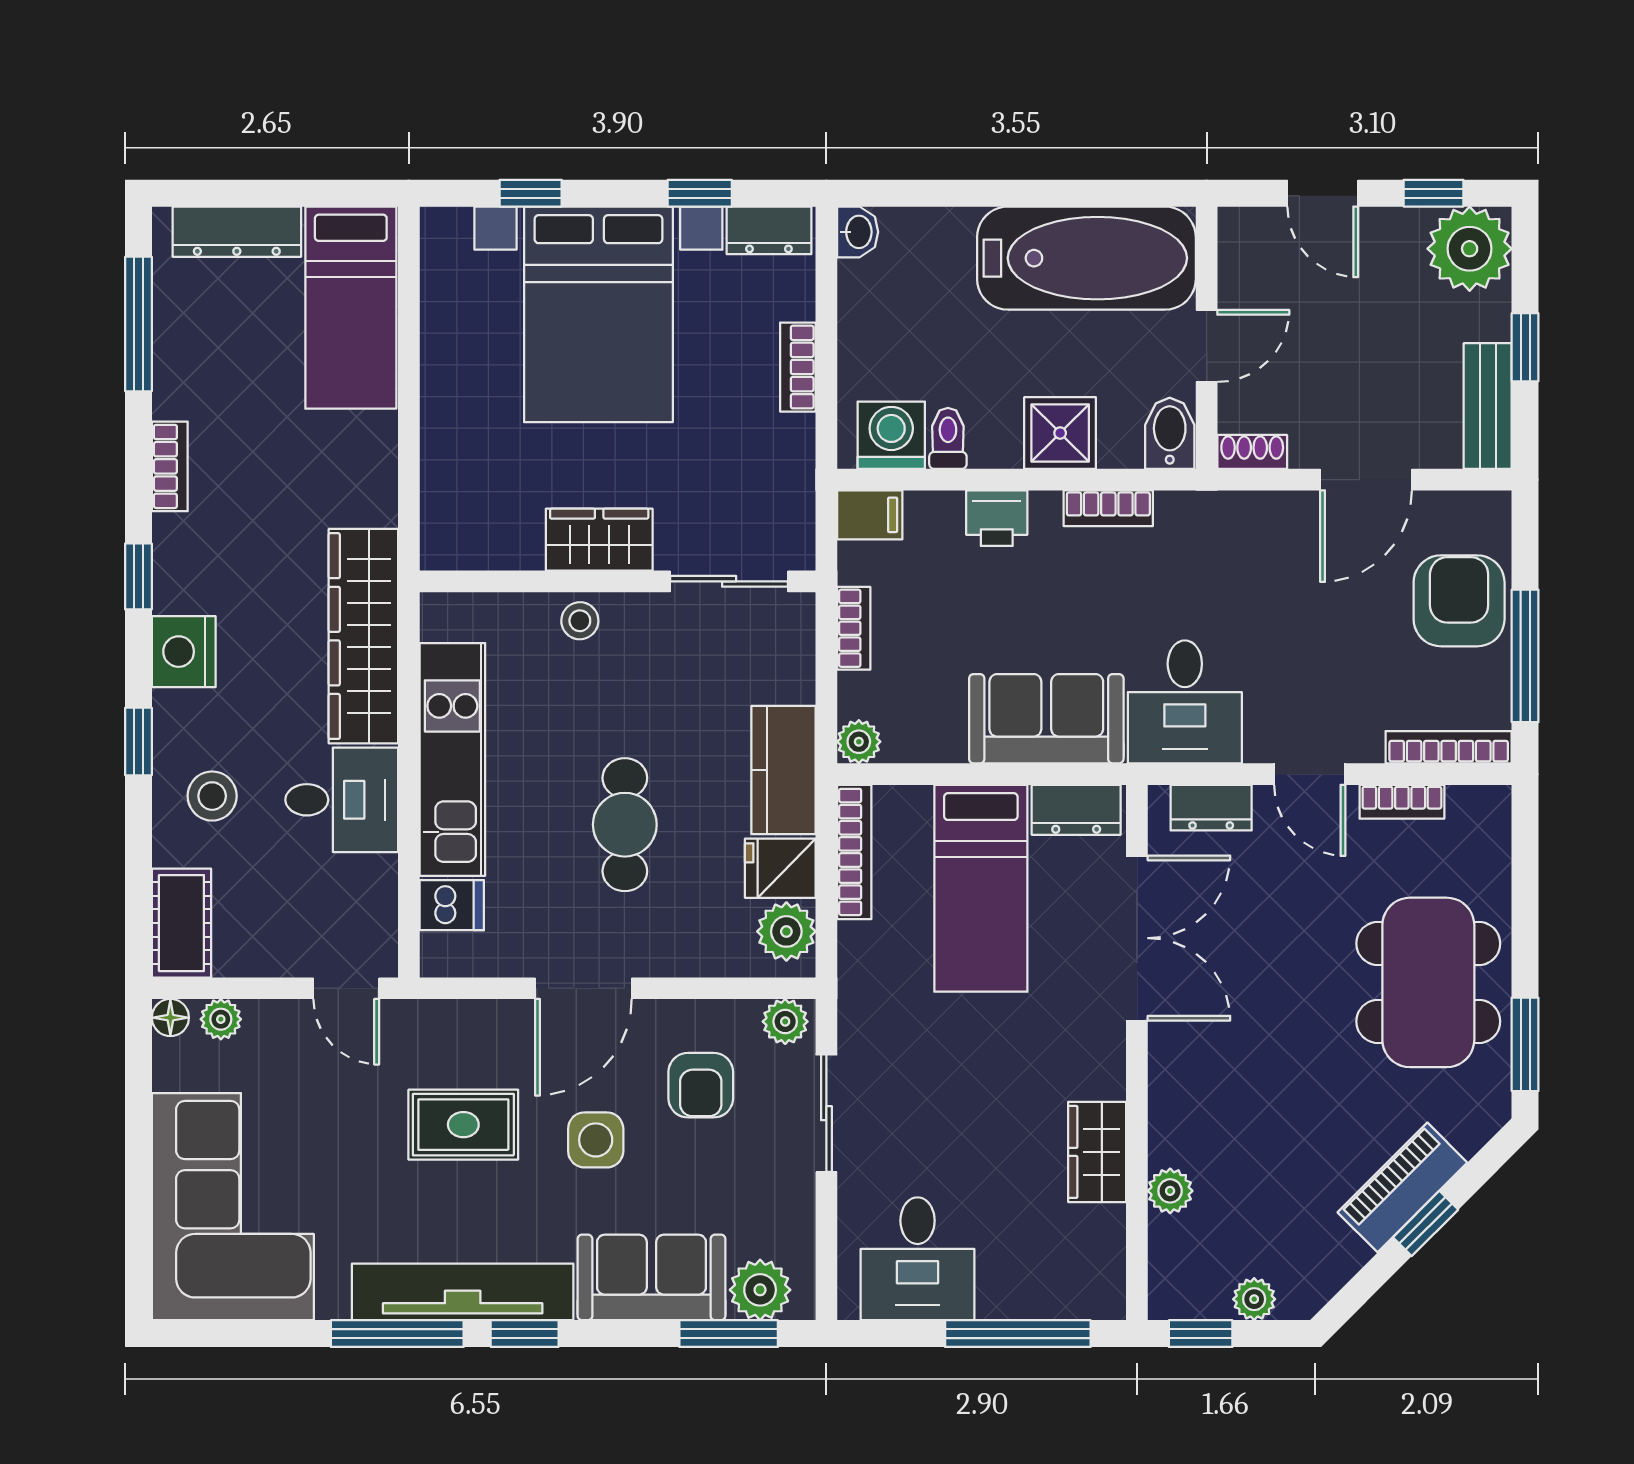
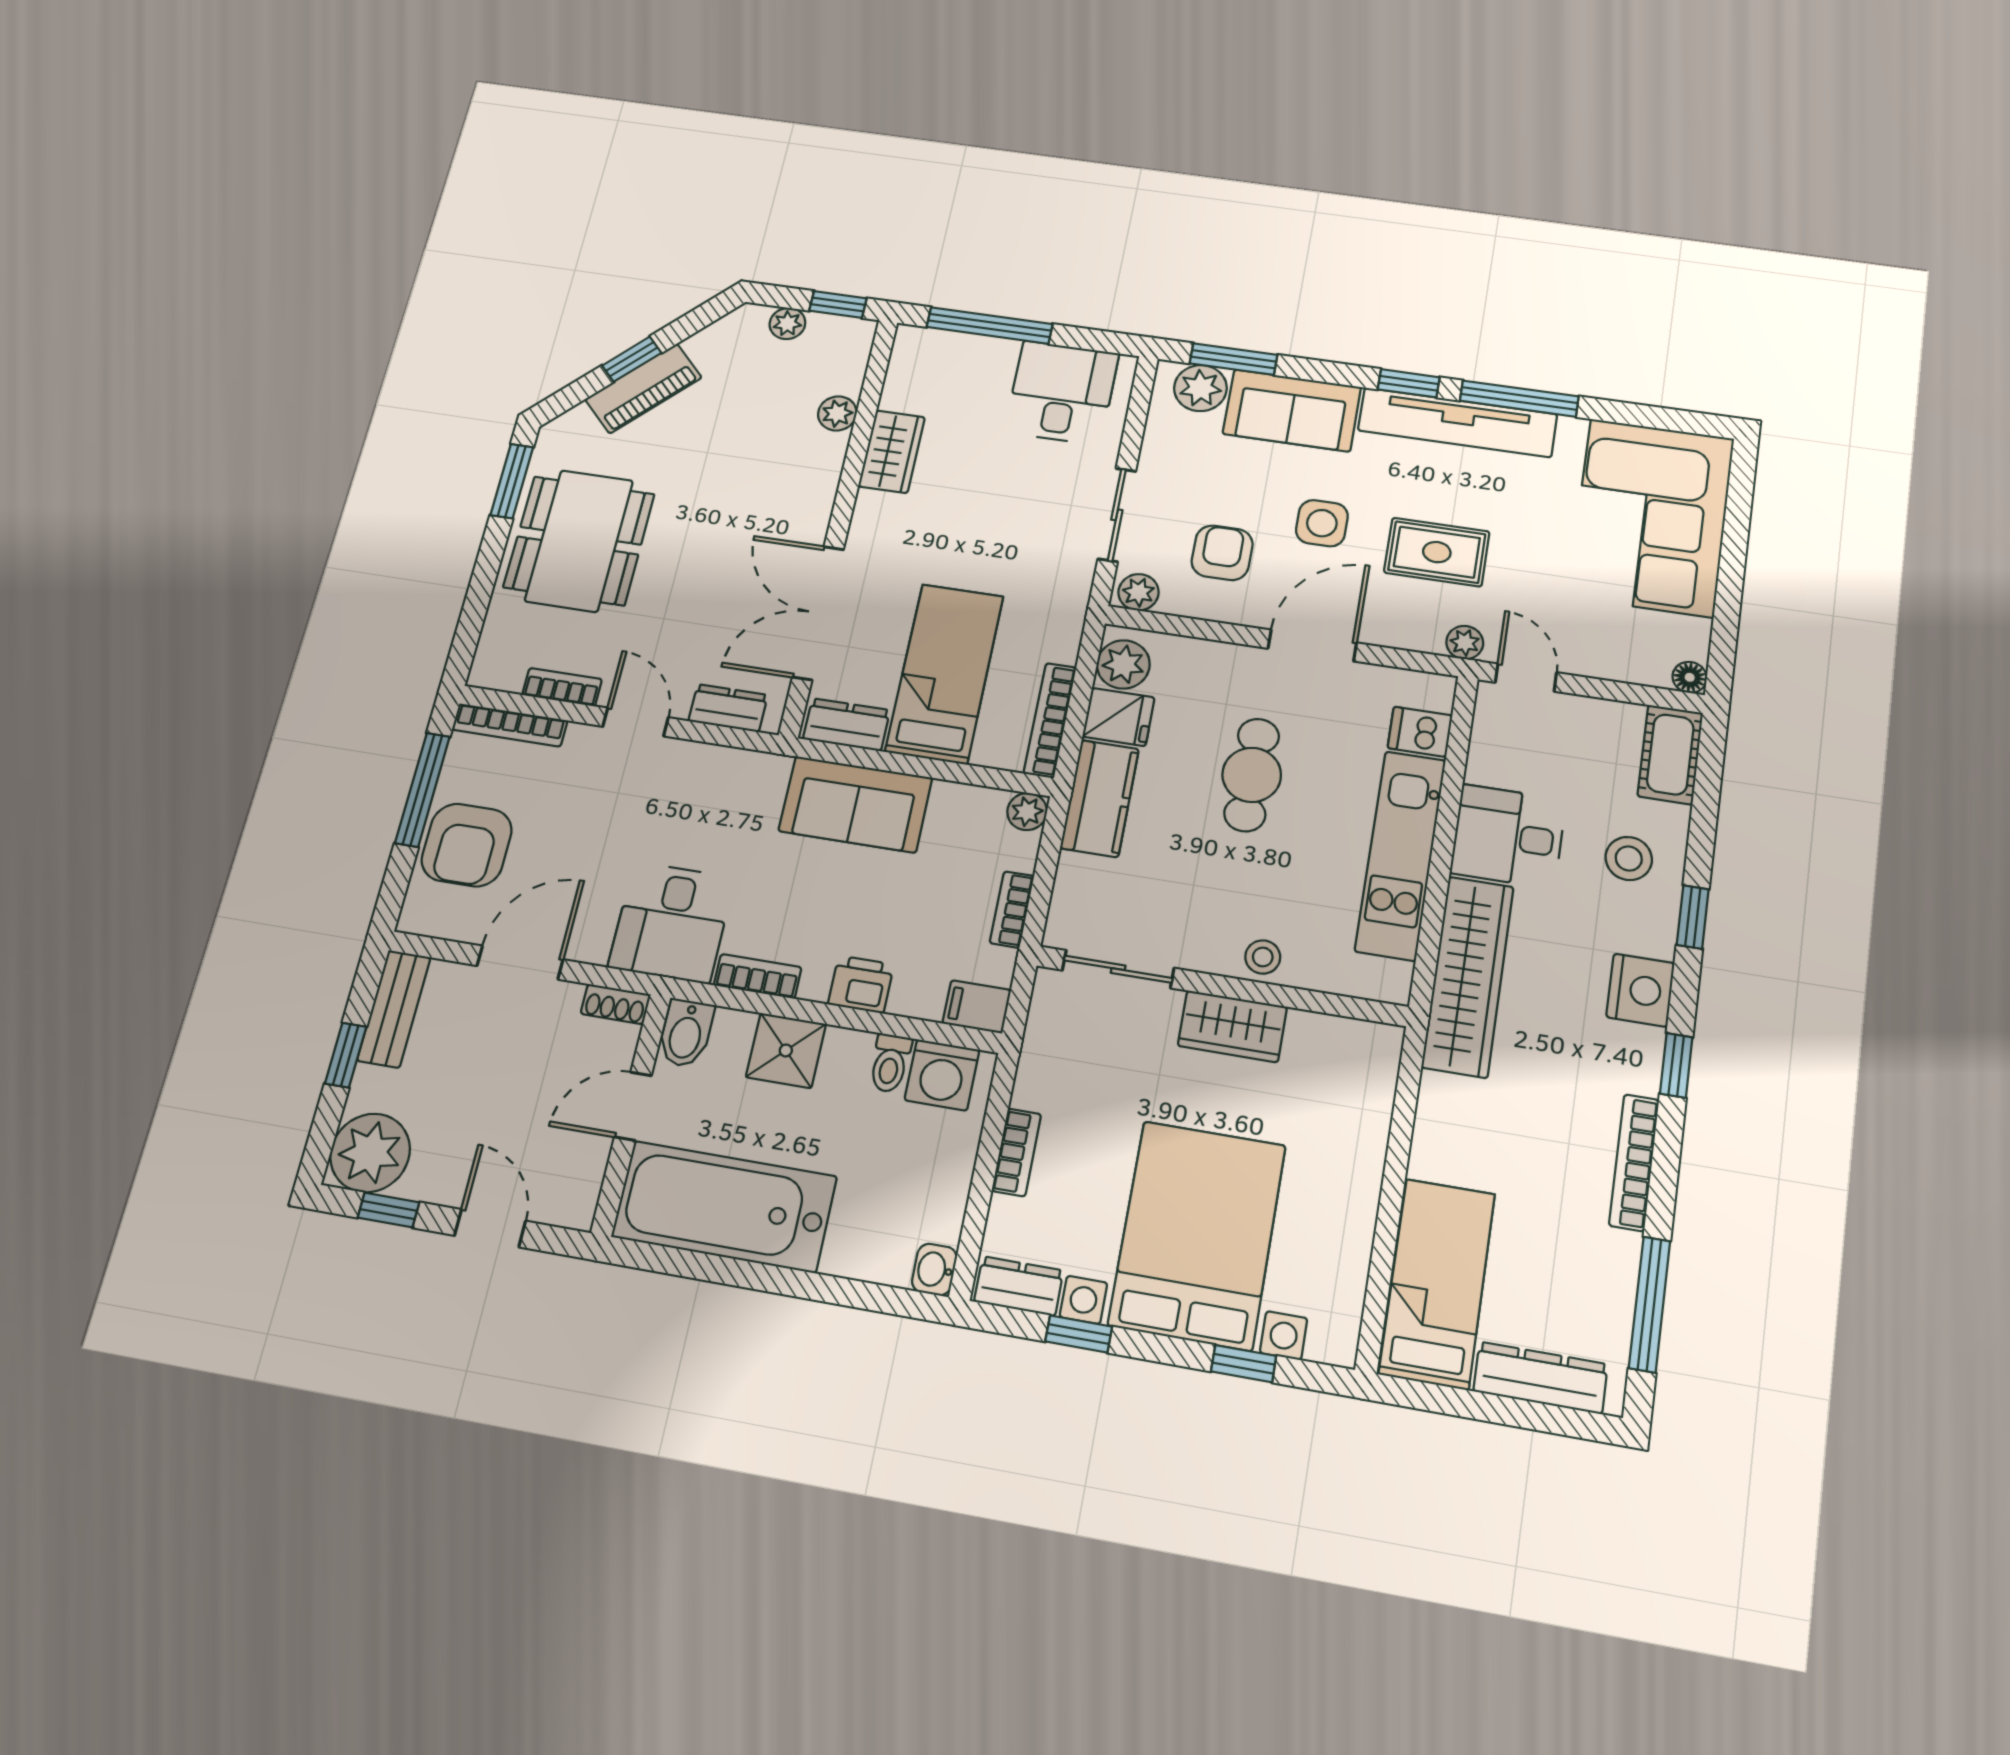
bookcase: (170, 466) -> (1634, 1162), width x1.56
desk: (1185, 702) -> (672, 922), moved, turned 180
plant: (221, 1019) -> (1465, 643), moved

